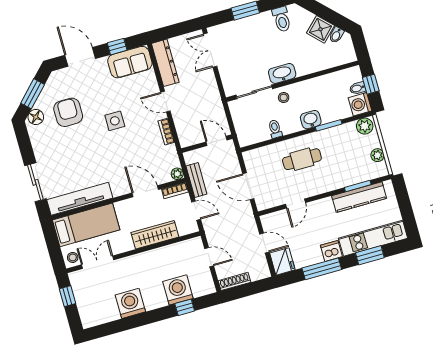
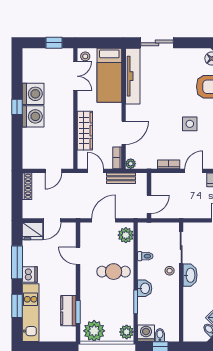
plant: (378, 155) -> (94, 331), width x1.88, depth x1.88
plant: (258, 157) -> (126, 235), added
cafe table: (302, 159) -> (114, 272), turned 90
kitchen counter: (359, 197) -> (68, 311), width x0.67
door: (196, 211) -> (95, 171), swing flipped
washing machine: (178, 290) -> (33, 116), moved
window: (185, 307) -> (17, 107), moved

